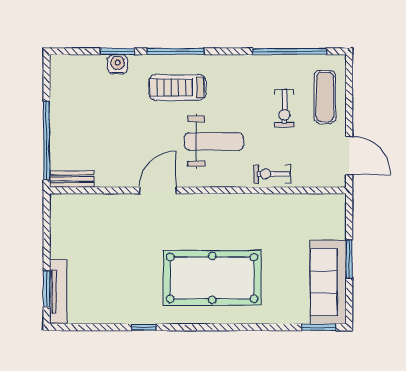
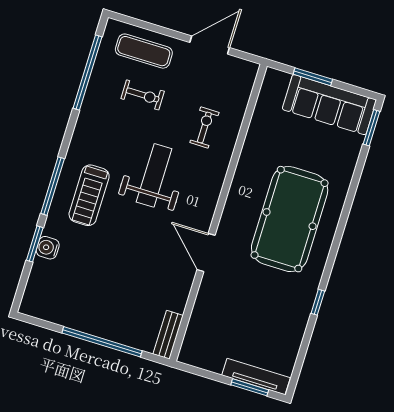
exercise bike: (272, 174) -> (204, 127), turned 180
bench: (72, 179) -> (168, 335), moved
door: (158, 190) -> (206, 252), moved
wall: (198, 190) -> (218, 213), moved

